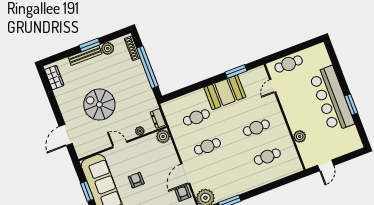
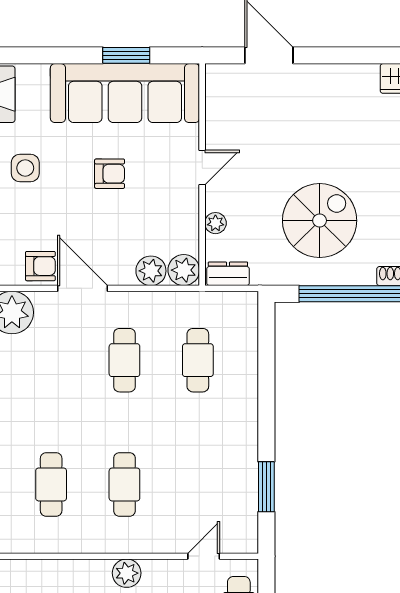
door: (273, 86) -> (204, 556), hinge flipped
booth: (225, 92) -> (230, 444), removed
spiral stairs: (99, 105) -> (320, 221), moved
plant: (300, 136) -> (127, 573), moved
plant: (168, 149) -> (151, 271), added

